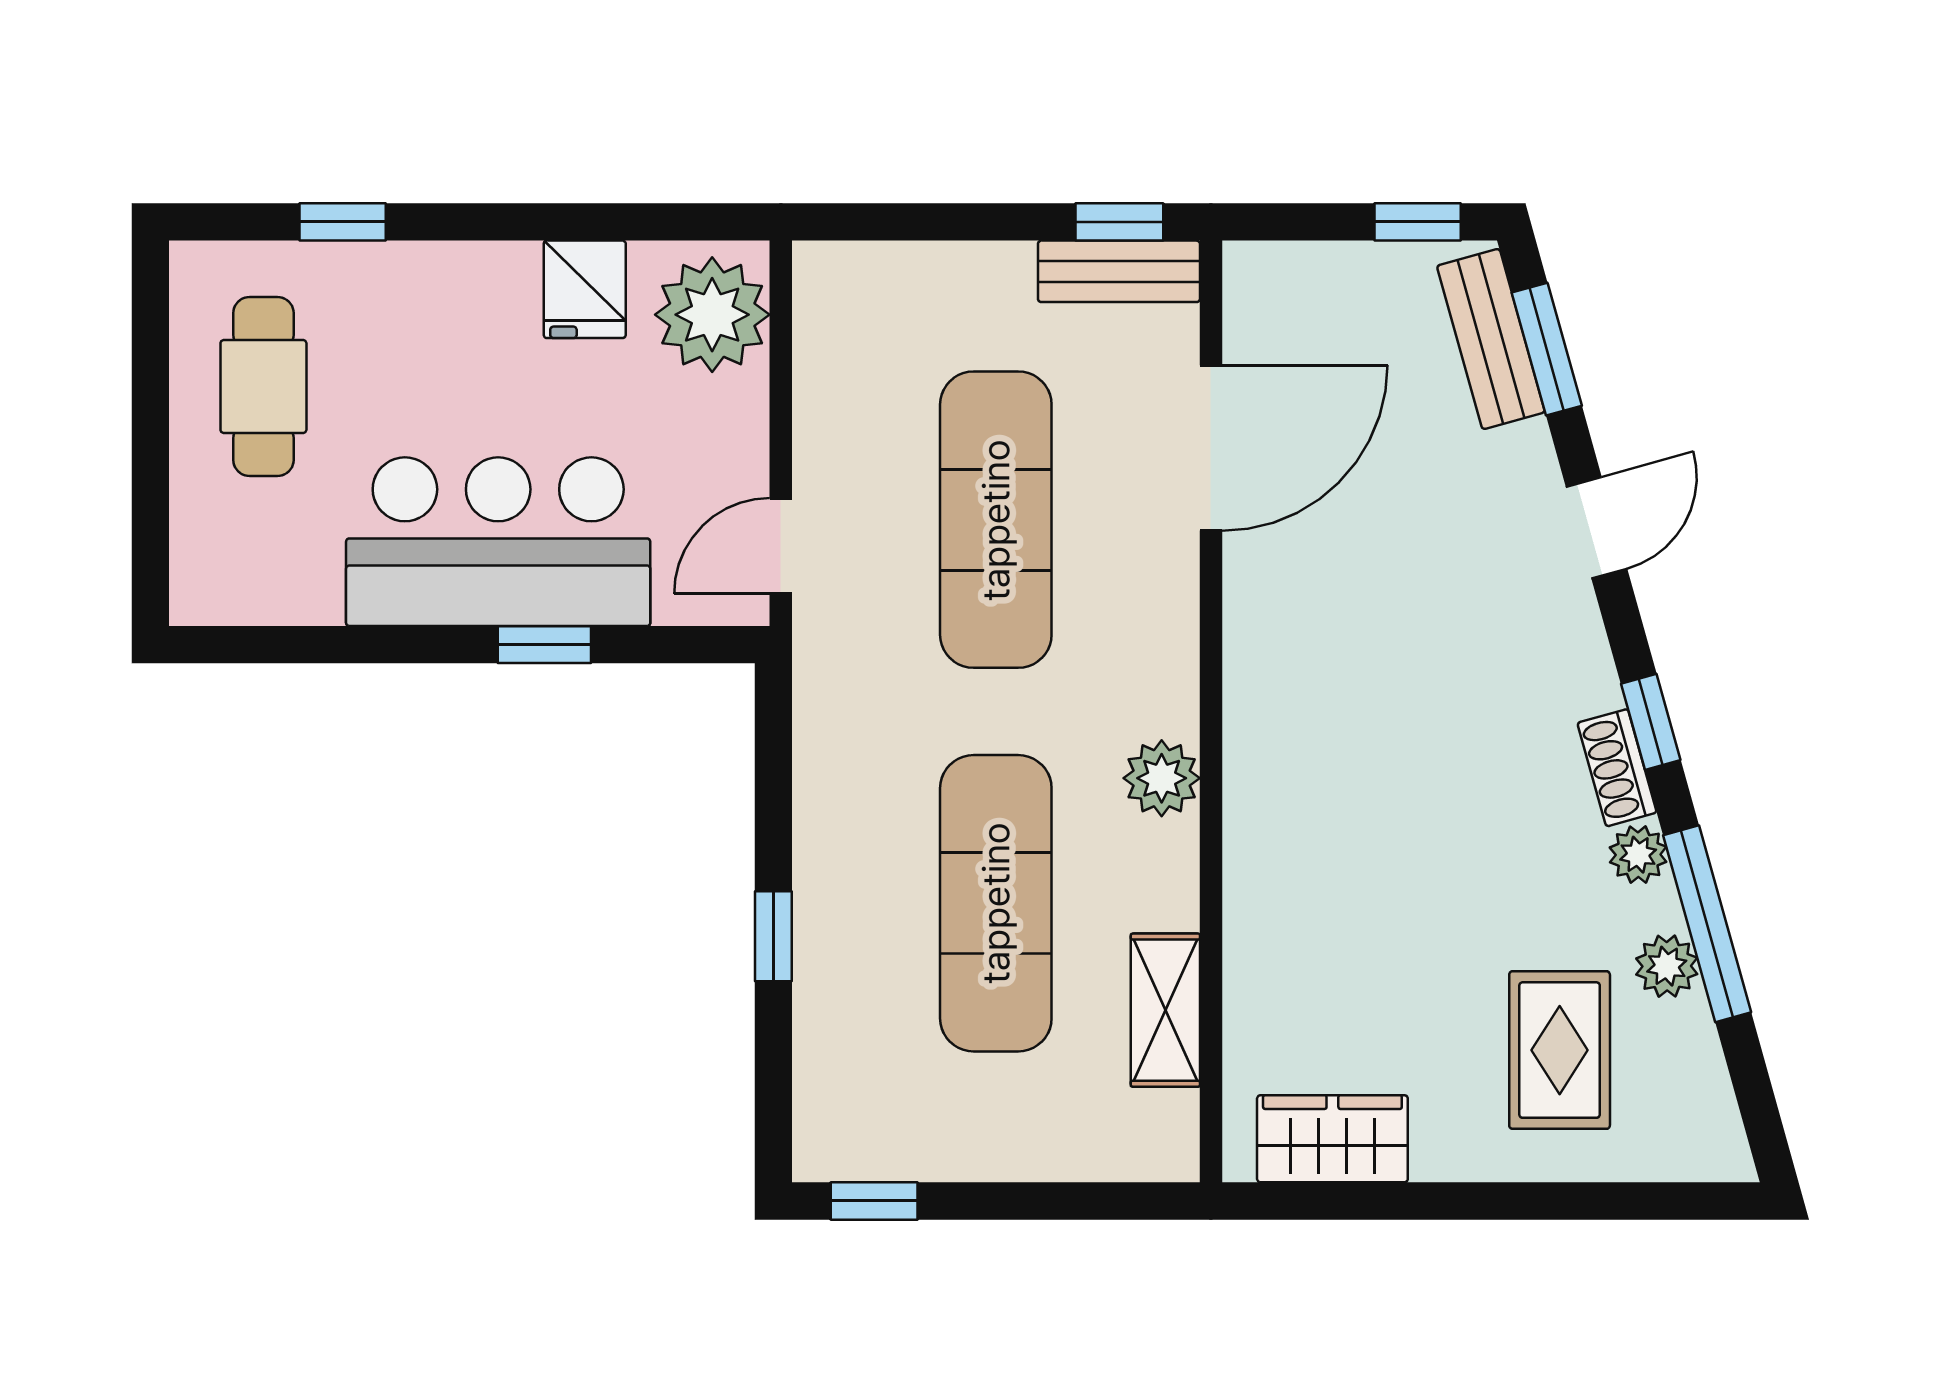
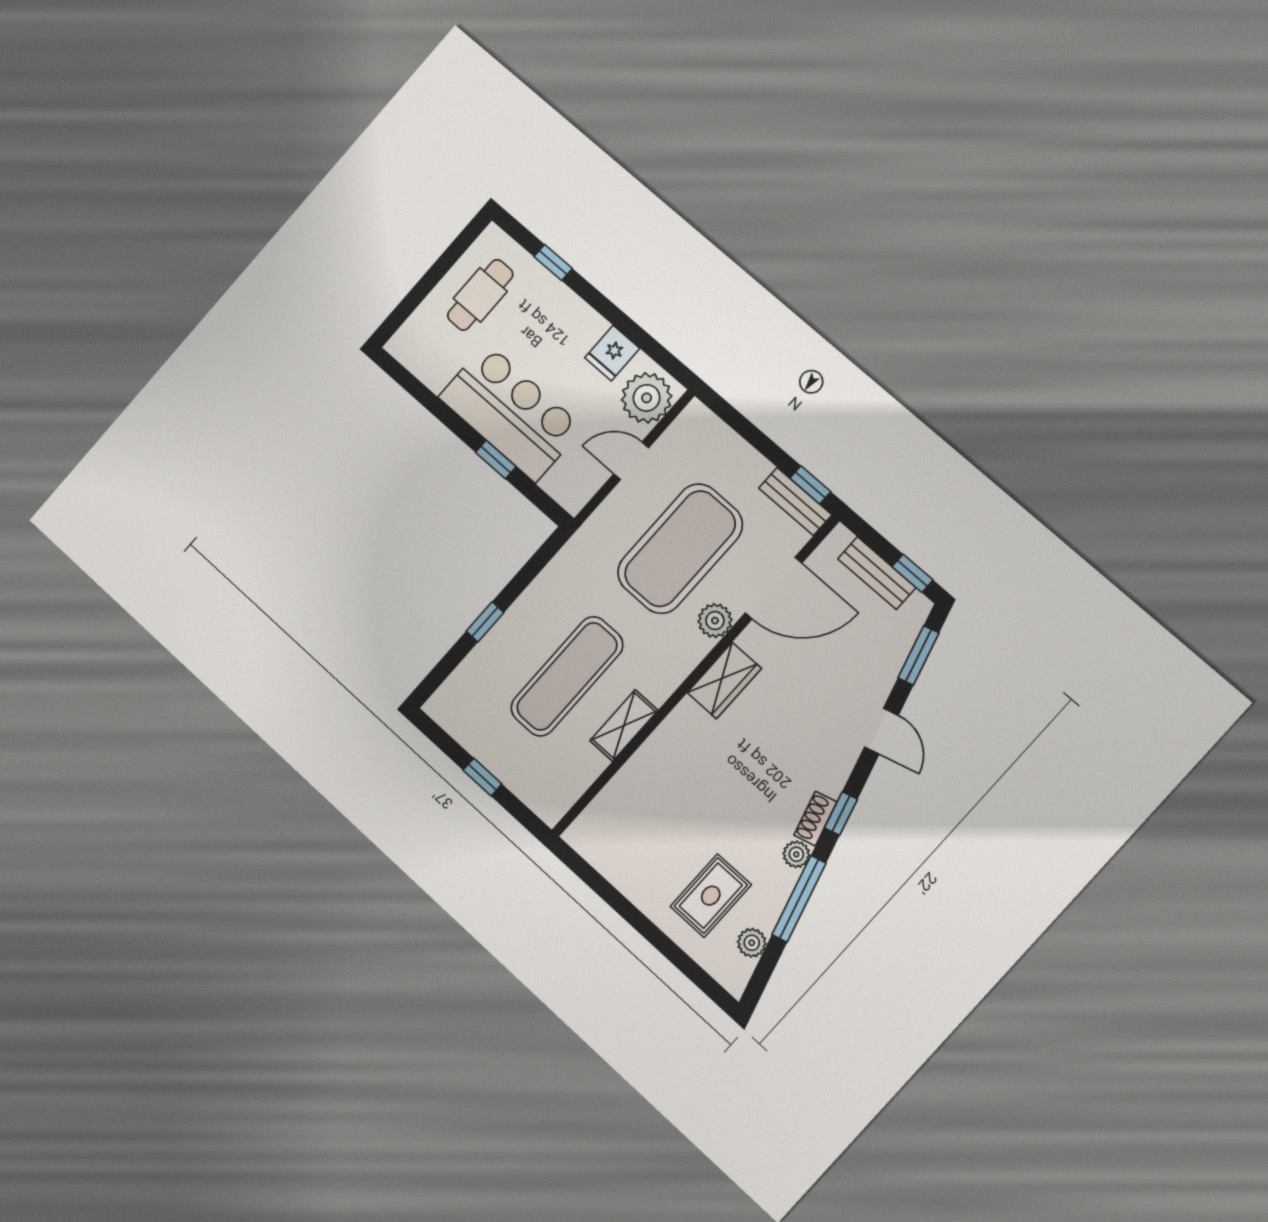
bench: (1491, 339) -> (877, 573), moved, turned -74
exercise mat: (996, 520) -> (680, 549), width x1.47
door: (1597, 528) -> (881, 731), hinge flipped
door: (781, 546) -> (631, 461), moved
plant: (1162, 778) -> (715, 621), moved
plant: (1667, 966) -> (752, 943), moved
shelving: (1165, 1010) -> (624, 725), moved
wardrobe: (1332, 1139) -> (724, 681), moved, turned 90
window: (874, 1201) -> (482, 777), moved

